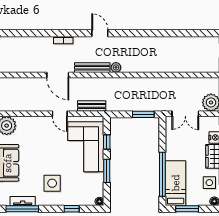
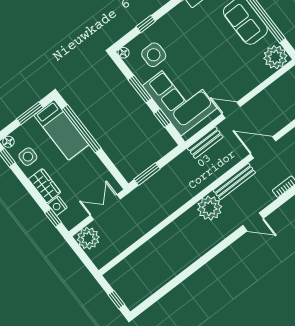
plant: (116, 67) -> (210, 208), width x1.88, depth x1.88
side table: (52, 183) -> (154, 55), moved

